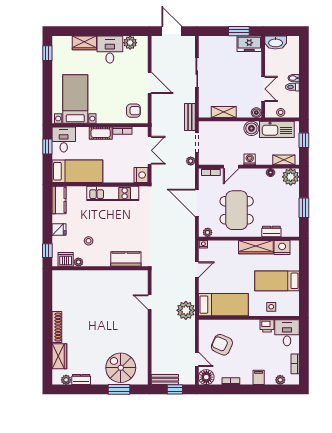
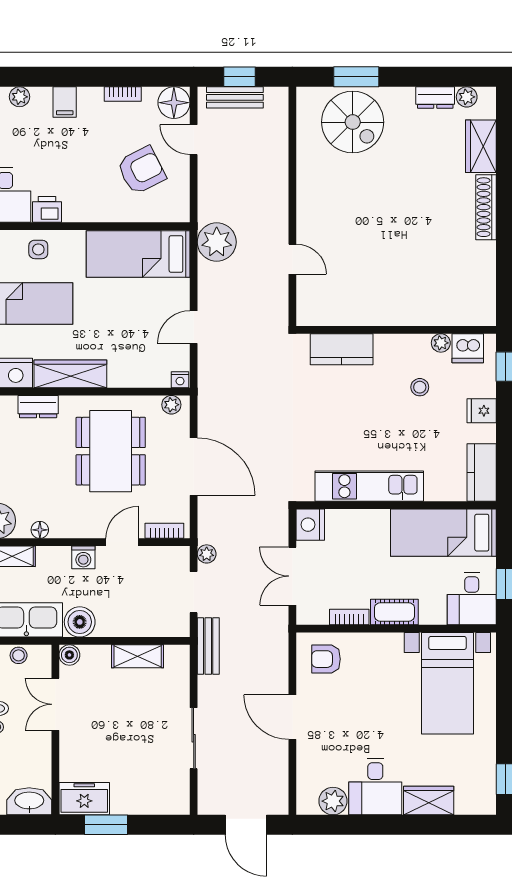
armchair: (222, 345) -> (141, 170), turned -51
bench: (165, 380) -> (235, 97), moved

